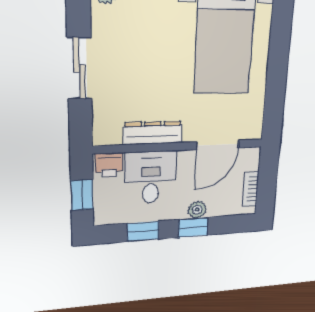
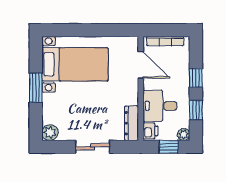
dresser: (153, 133) -> (132, 123), moved
bookcase: (250, 189) -> (165, 41), width x1.56
plant: (197, 210) -> (184, 134), moved

